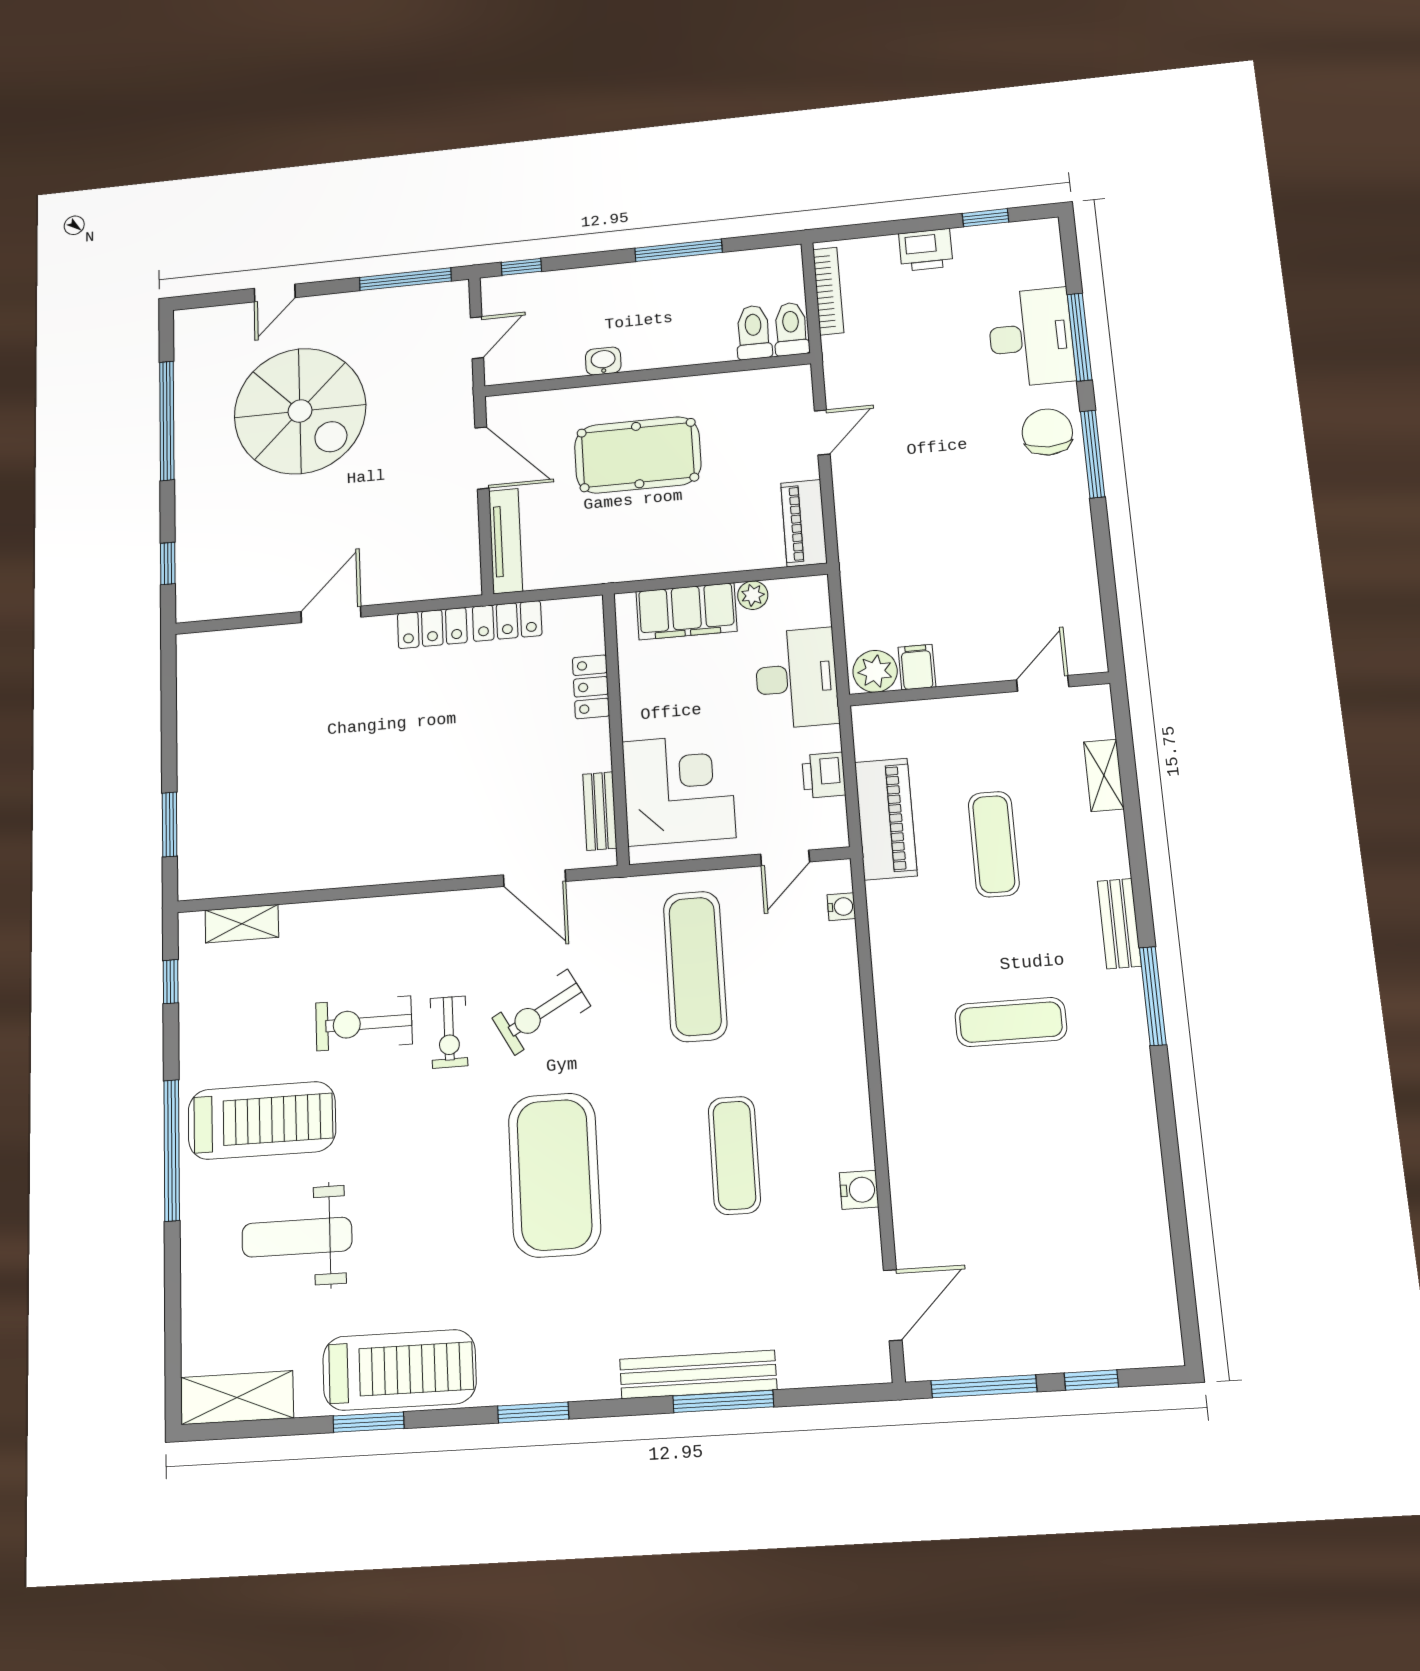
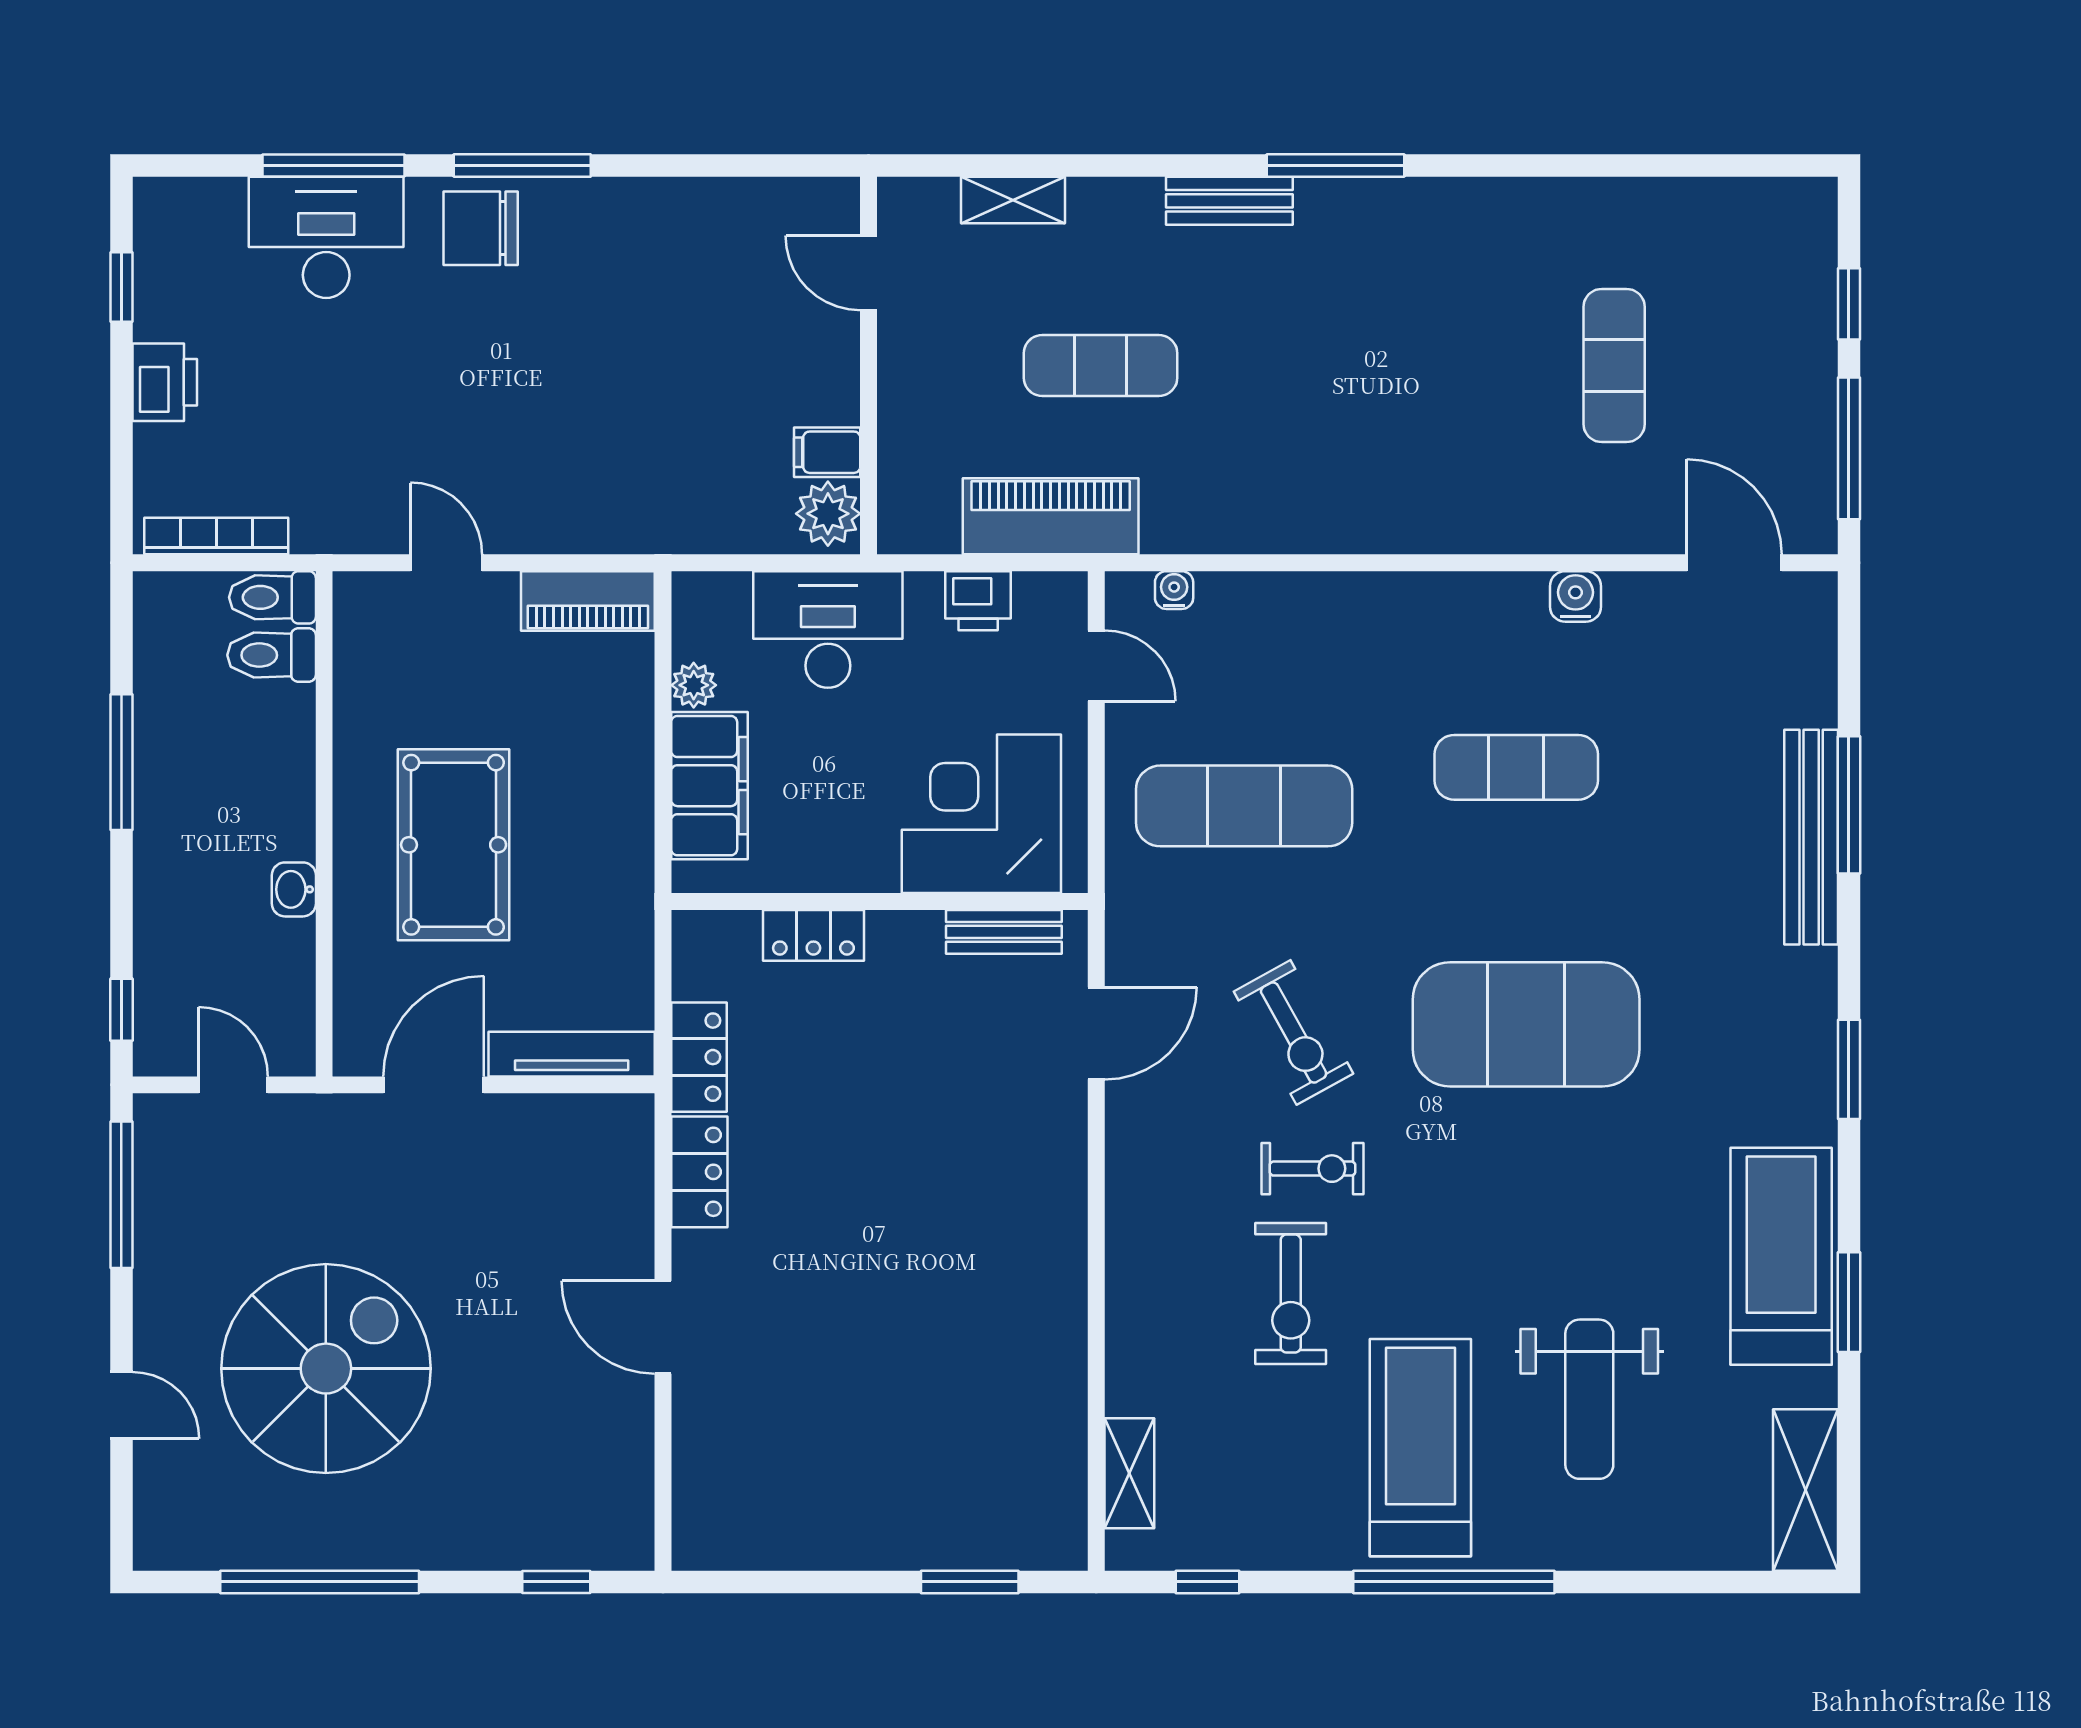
exercise mat: (1011, 1022) -> (1614, 366), moved

